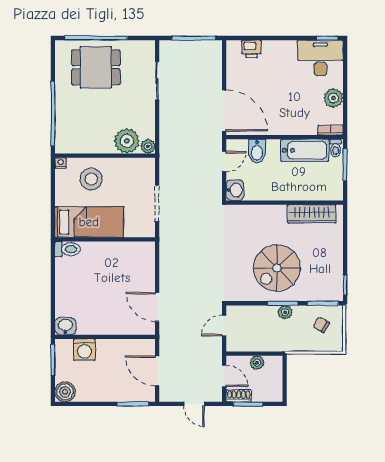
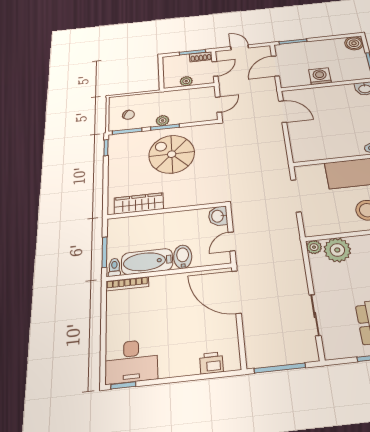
plant: (333, 98) -> (116, 318), removed
bookcase: (330, 130) -> (127, 284), width x1.56
bidet: (257, 151) -> (183, 257), moved
spiral stairs: (277, 268) -> (172, 154), turned -90
washing machine: (84, 350) -> (320, 76), moved
door: (157, 371) -> (275, 66), swing flipped
door: (224, 376) -> (215, 69), swing flipped

